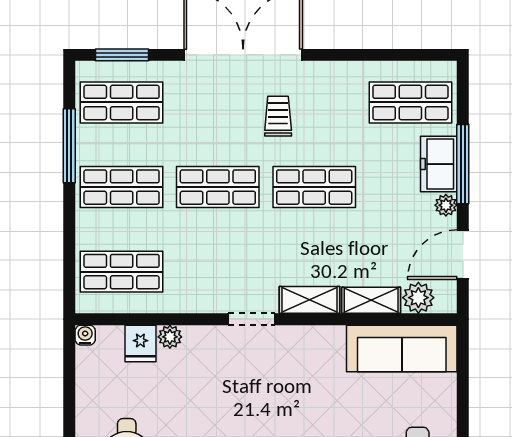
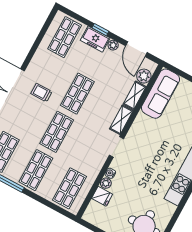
window: (463, 164) -> (100, 30), width x0.46
water cooler: (85, 335) -> (110, 173), moved

